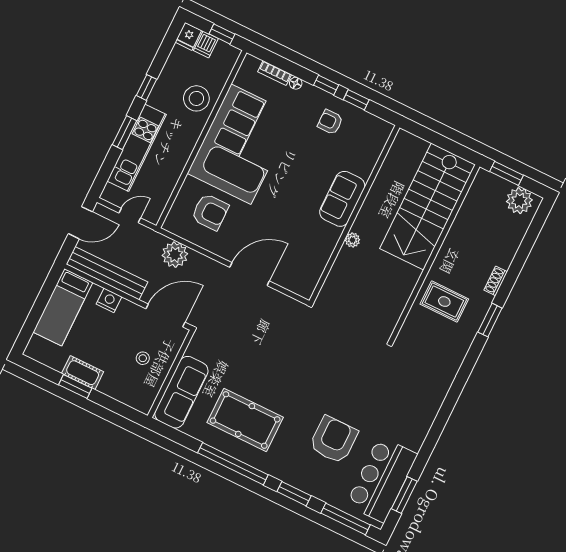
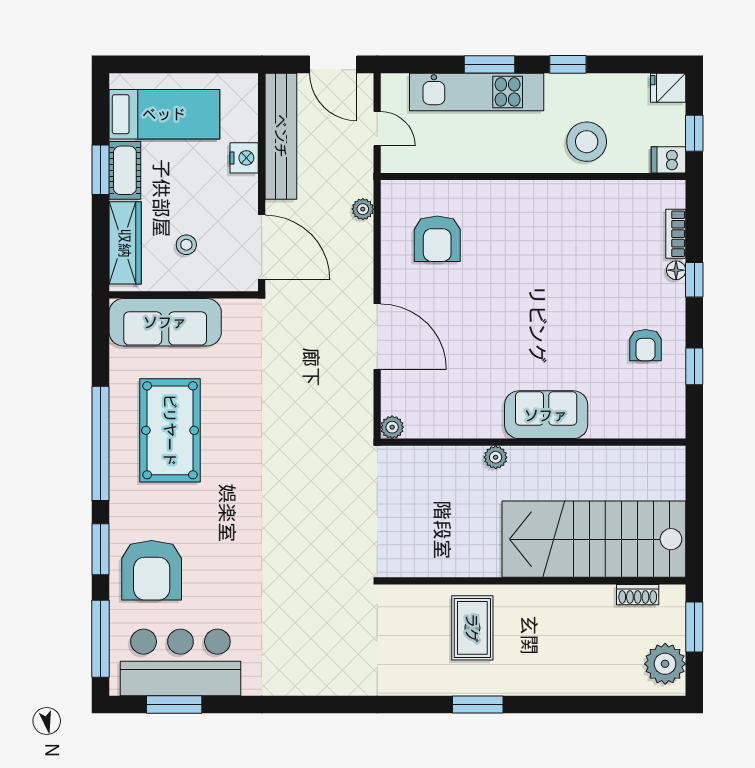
dishwasher: (206, 45) -> (669, 160), moved
window: (326, 85) -> (694, 280), moved
armchair: (330, 122) -> (645, 345), turned 180
corner sofa: (241, 144) -> (553, 235), removed
plant: (175, 255) -> (363, 209), width x0.53, depth x0.53
shoe rack: (496, 281) -> (638, 595), moved, turned 180
plant: (306, 291) -> (392, 427), added
bed: (63, 307) -> (164, 114), moved, turned 180
wardrobe: (124, 393) -> (125, 243), added
armchair: (334, 440) -> (152, 570), moved, turned 90

